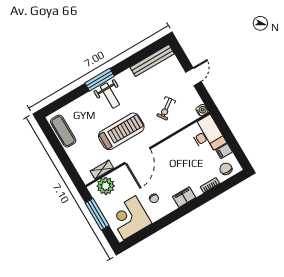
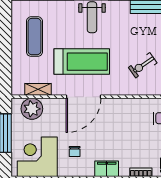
exercise mat: (63, 131) -> (34, 37), moved

